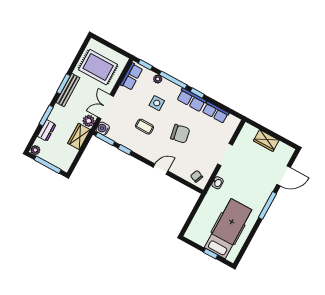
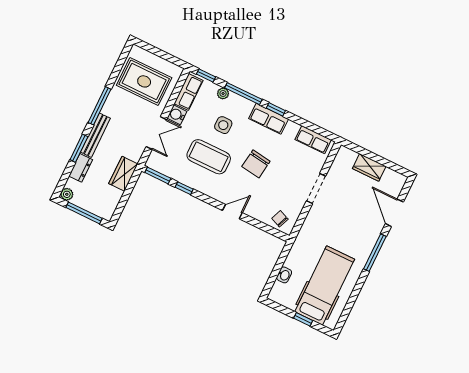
window: (63, 84) -> (100, 106), width x1.44
bench: (68, 90) -> (95, 135), moved
double door: (106, 107) -> (156, 133), swing flipped
row of seats: (216, 112) -> (313, 140), moved
plant: (89, 121) -> (135, 153), removed
coffee table: (145, 127) -> (209, 157), width x1.86, depth x1.72
water cooler: (103, 129) -> (177, 115), moved
chair: (180, 134) -> (256, 164), turned 109
door: (284, 176) -> (394, 213), swing flipped
washbasin: (217, 183) -> (284, 275), moved

